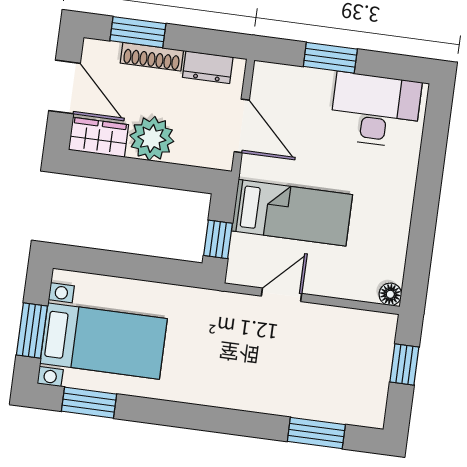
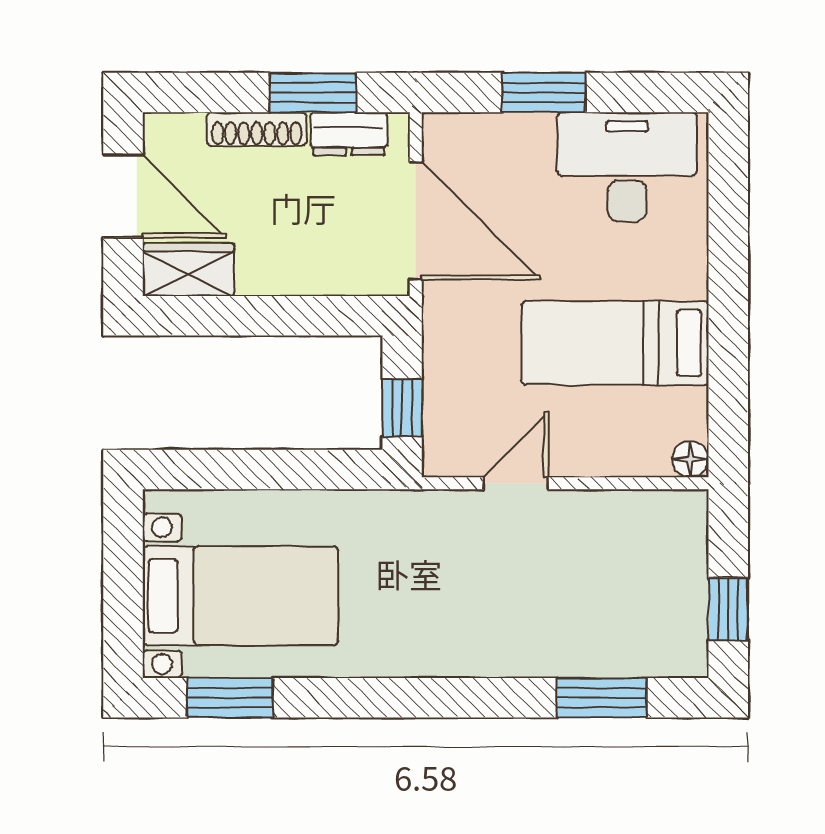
window: (138, 32) -> (313, 93), moved
door: (242, 126) -> (416, 221), width x1.36
plant: (152, 138) -> (274, 260), removed
bed: (292, 213) -> (615, 343), moved, turned 180
window: (32, 331) -> (123, 594), removed
window: (404, 364) -> (728, 609), moved

